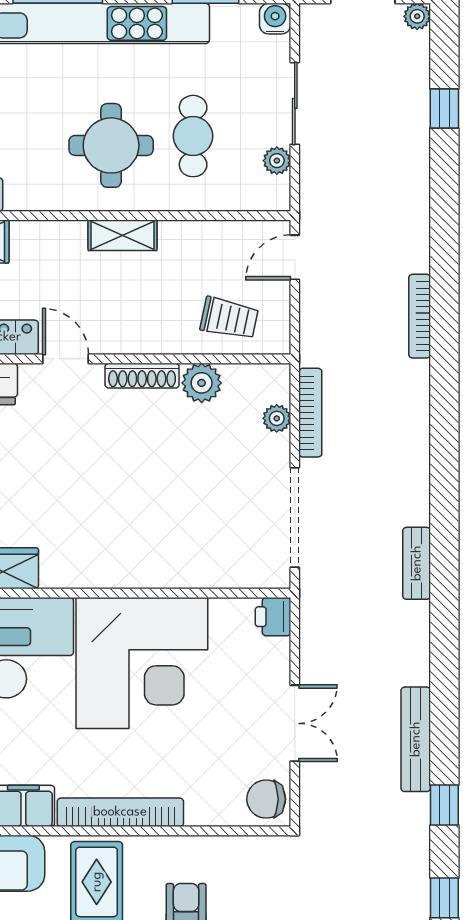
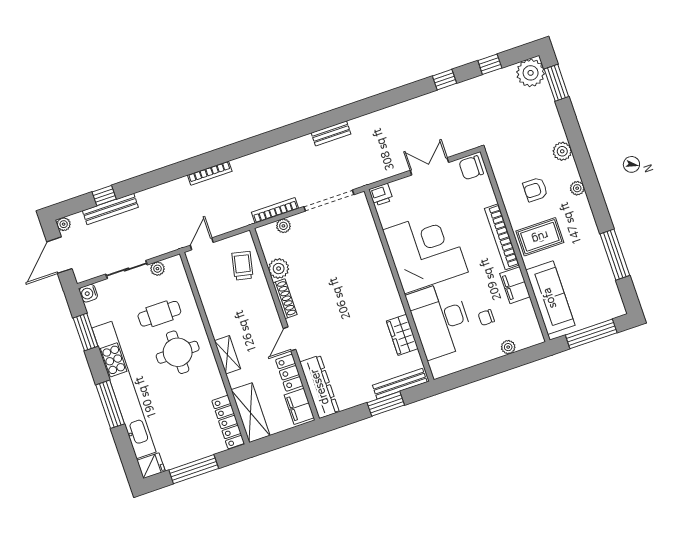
shelving: (123, 235) -> (227, 355), moved
door: (295, 257) -> (202, 244), swing flipped
bench: (416, 739) -> (110, 209), moved
chair: (266, 799) -> (471, 168), turned 90

